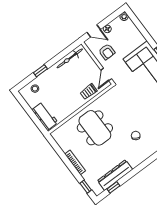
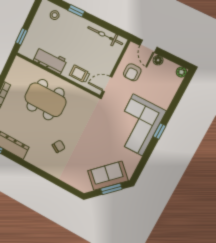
workbench: (45, 116) -> (50, 60), moved, turned -90
window: (38, 122) -> (22, 37), added
dining table: (95, 128) -> (45, 100), turned 90

